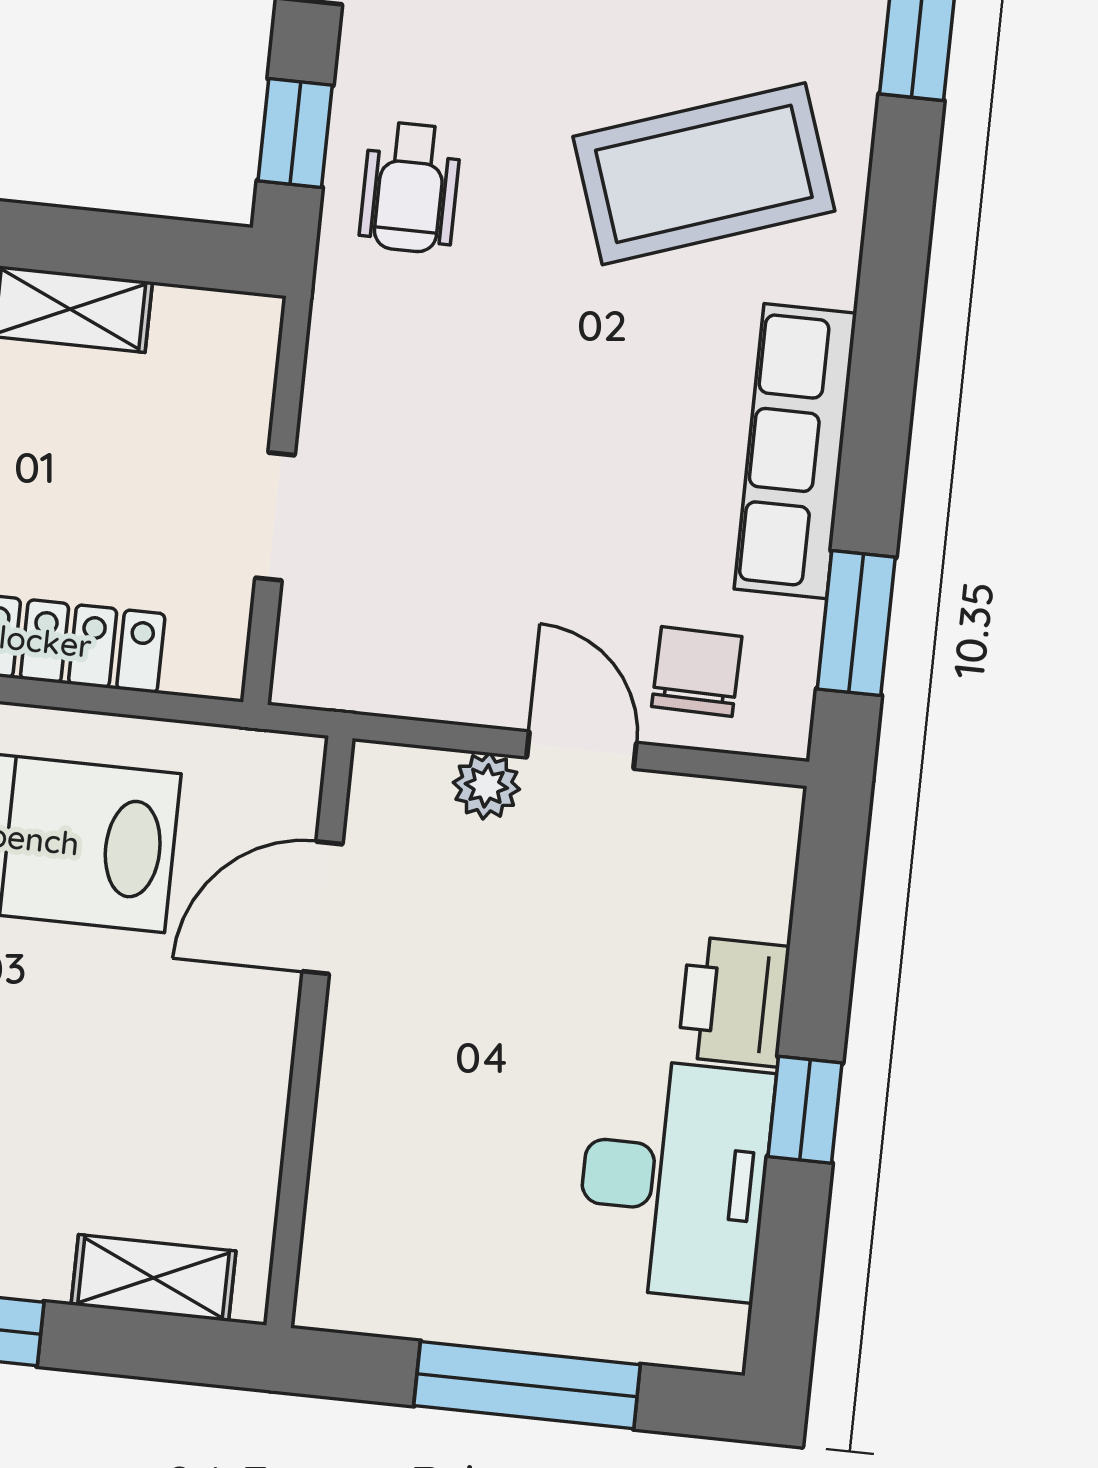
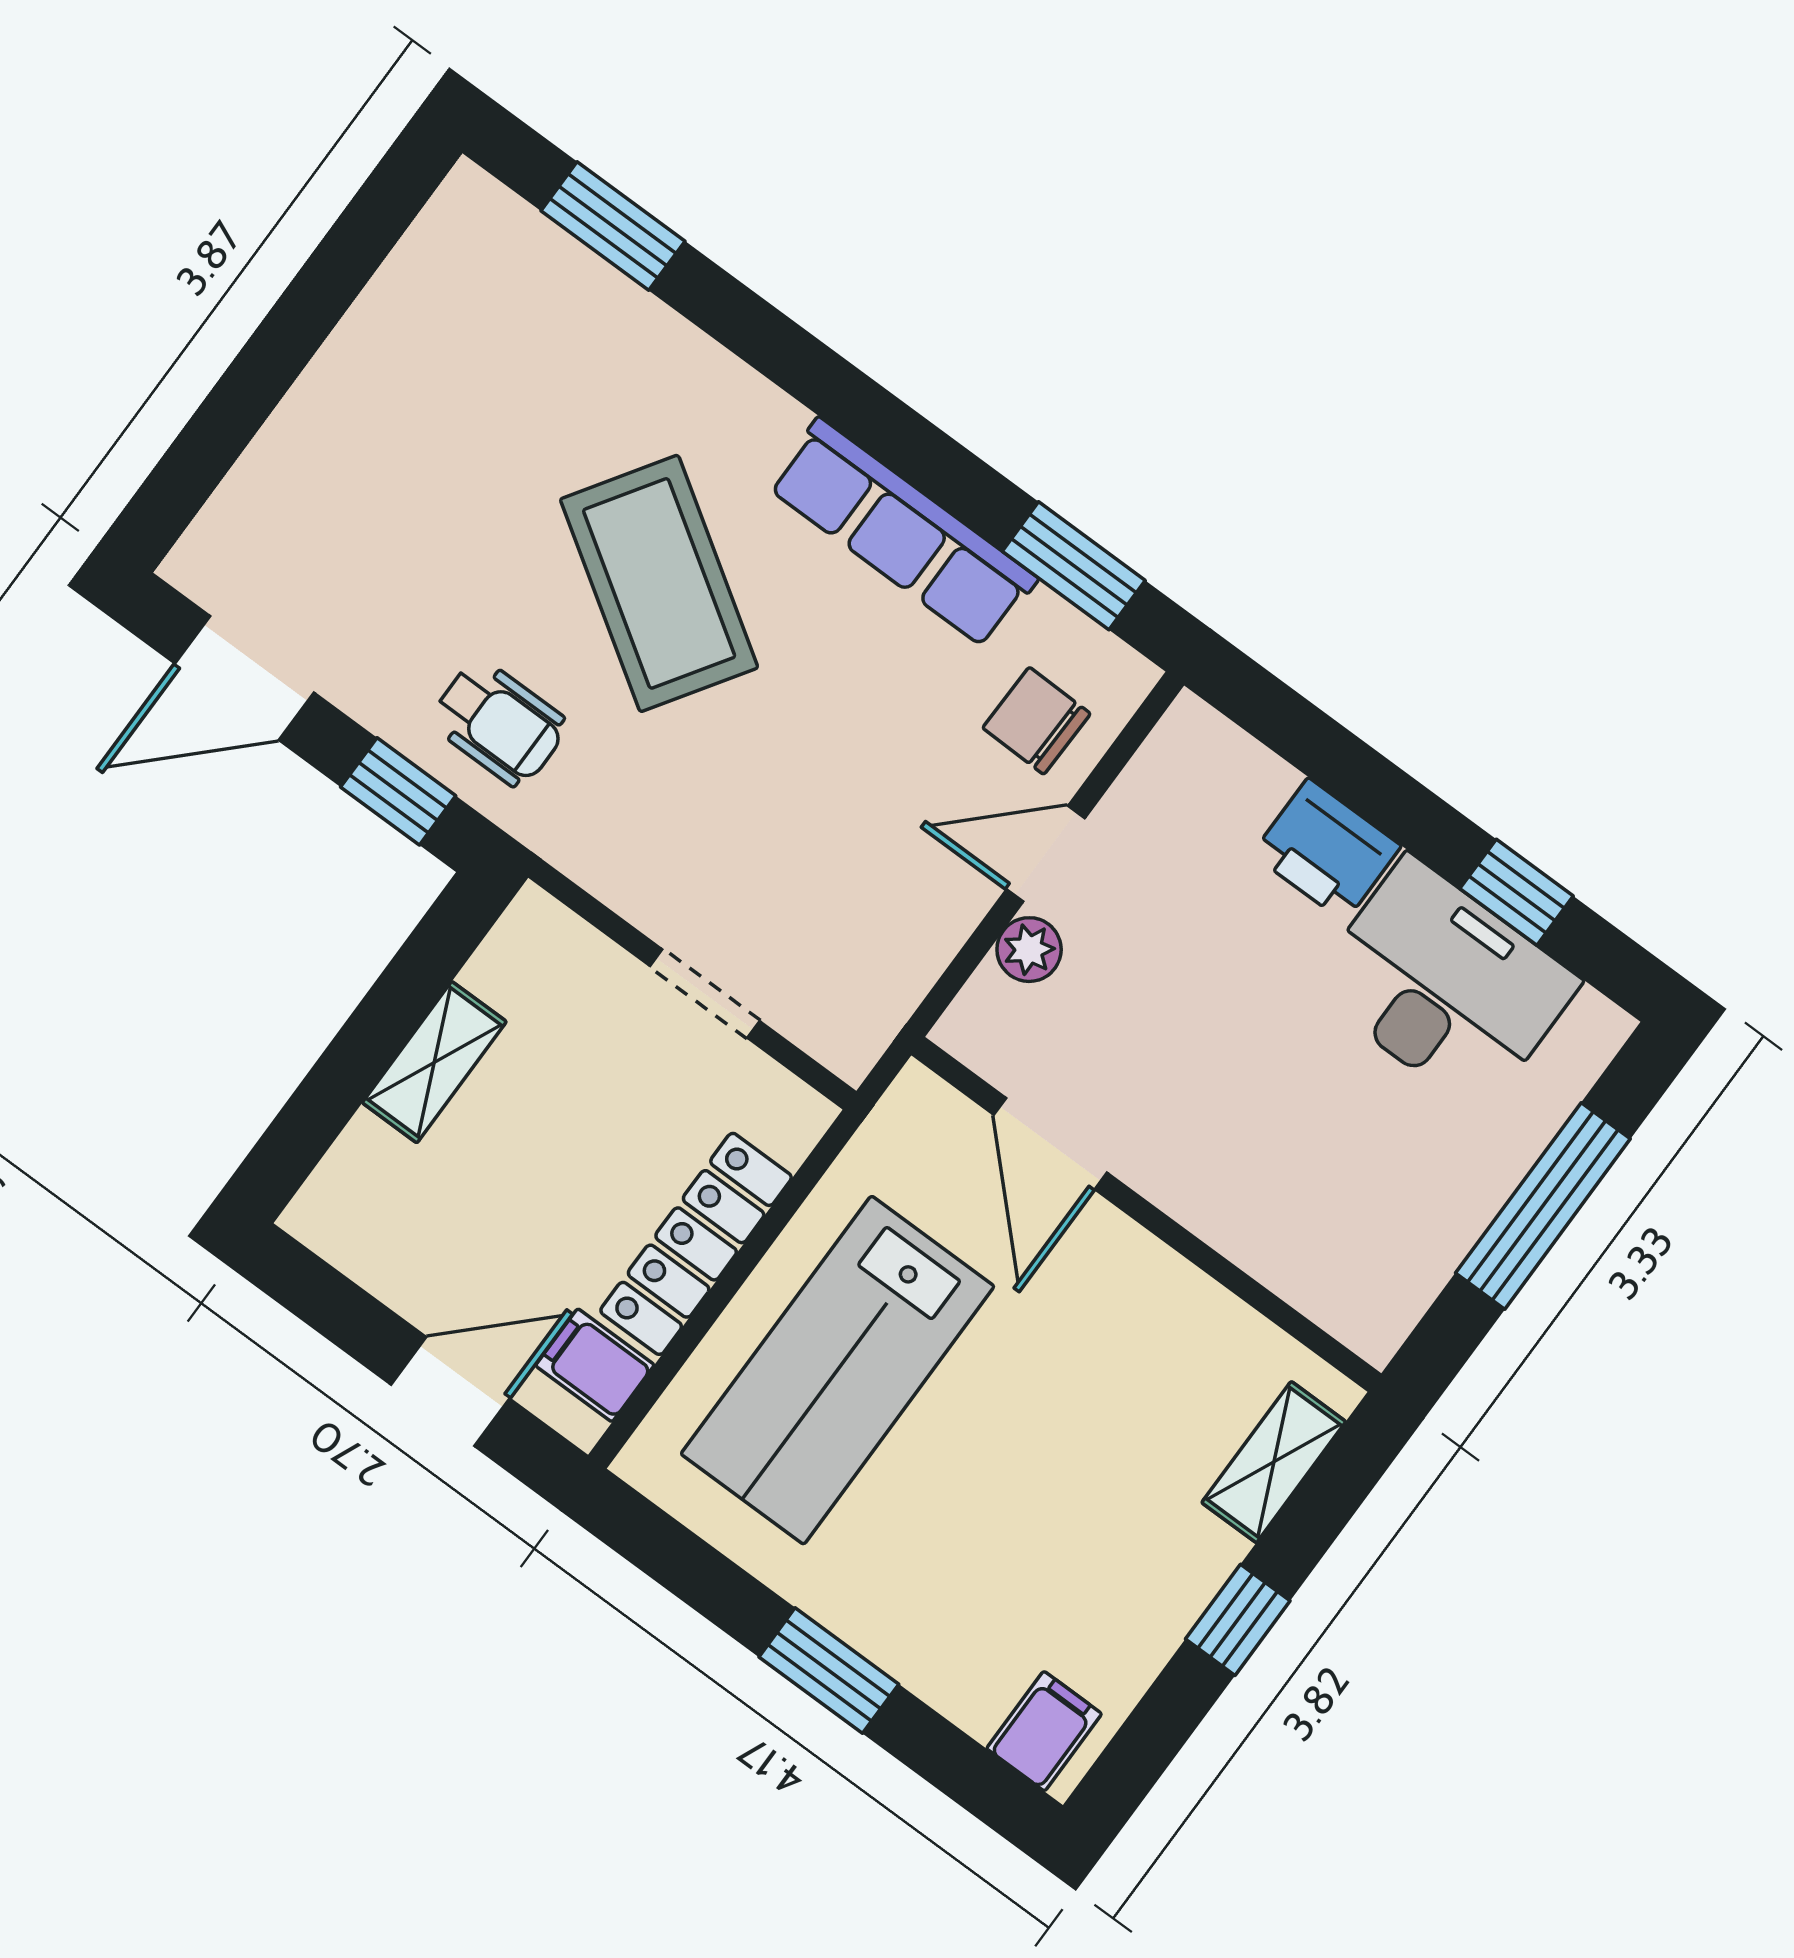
coffee table: (704, 174) -> (659, 583), moved, turned -38
window: (805, 1110) -> (1517, 892), moved

